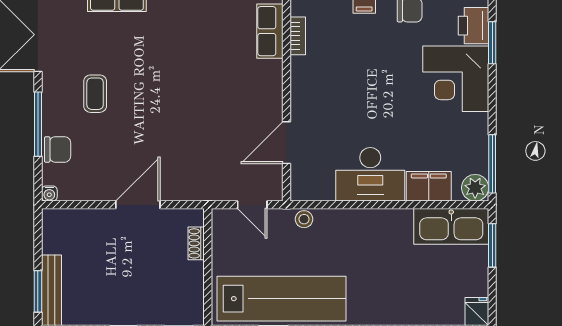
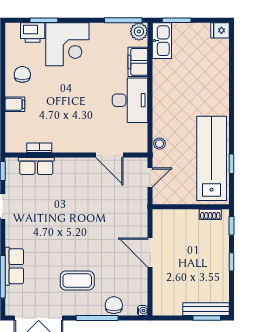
coffee table: (95, 94) -> (77, 281), width x1.36, depth x1.30
kitchen sink: (451, 226) -> (162, 41), width x0.73, depth x0.81
shoe rack: (196, 243) -> (210, 214), moved

